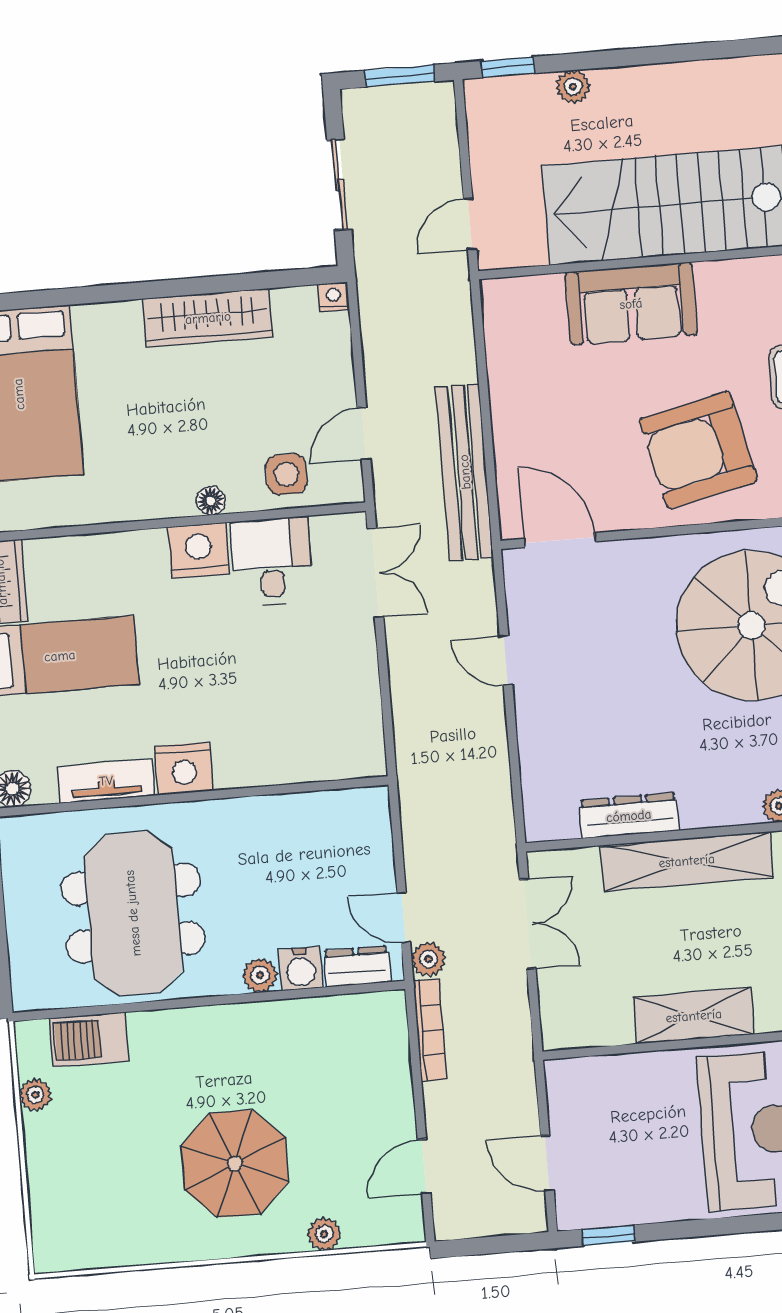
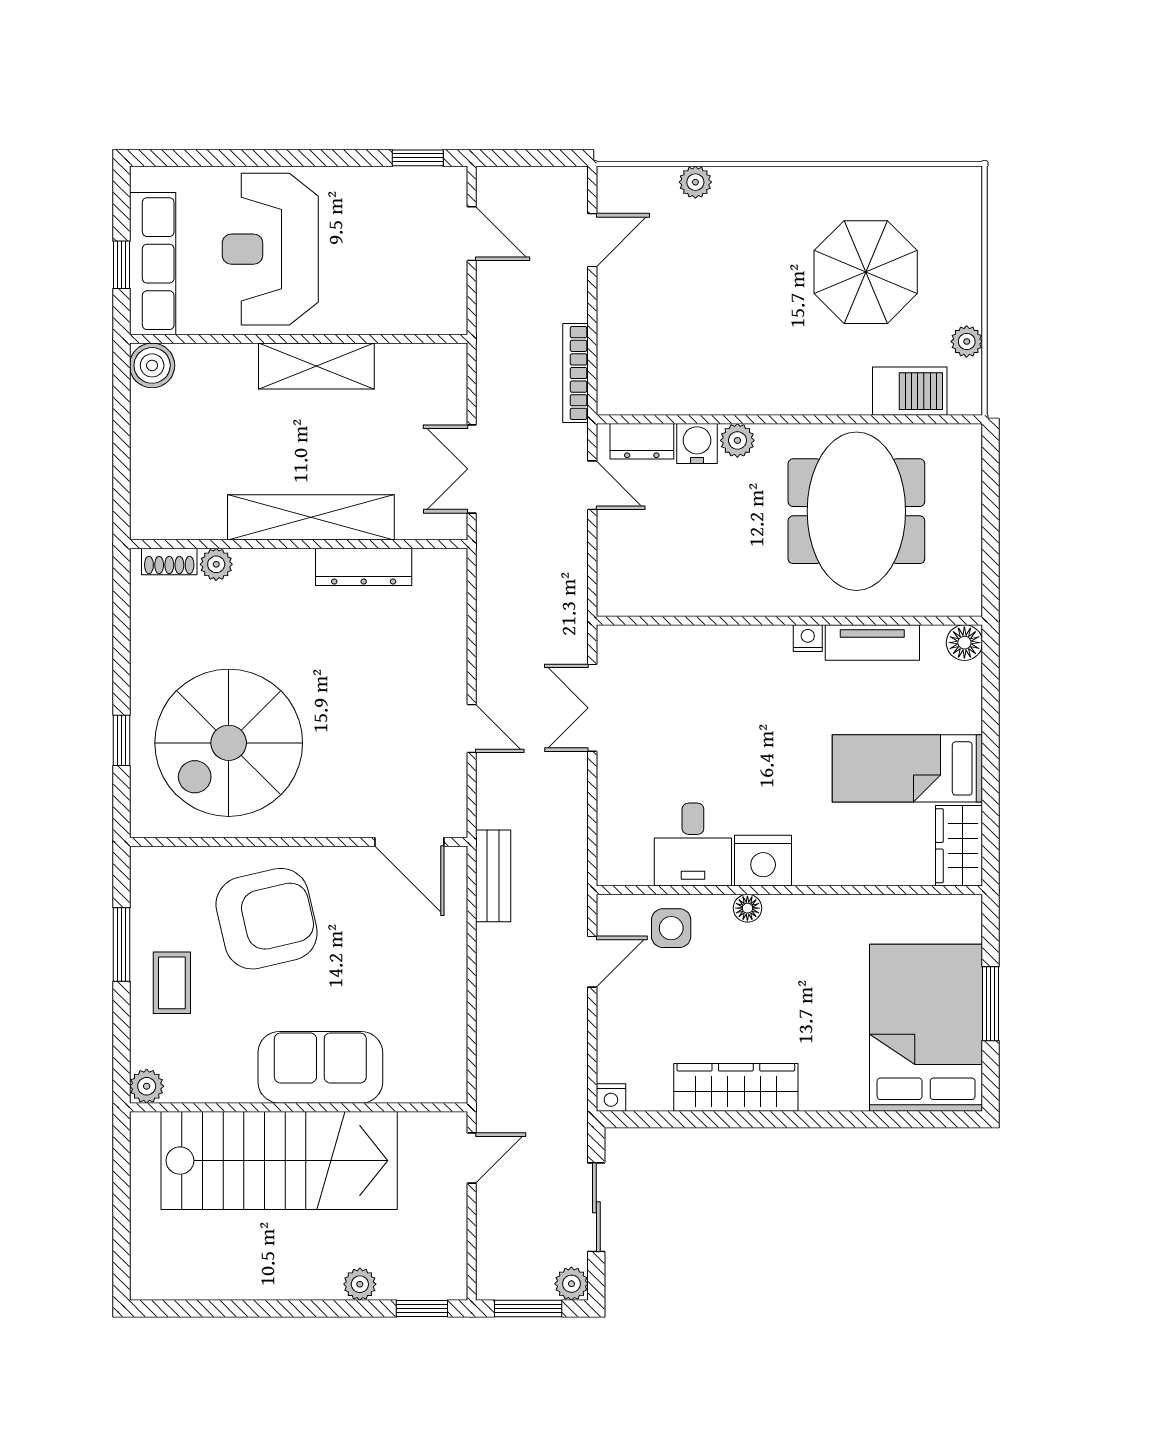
bench: (465, 472) -> (493, 876), width x0.54, depth x0.82
double door: (375, 573) -> (592, 708), moved
nightstand: (184, 768) -> (808, 638), width x0.53, depth x0.56
plant: (428, 959) -> (571, 1284), moved
parasol: (235, 1164) -> (866, 272), moved

